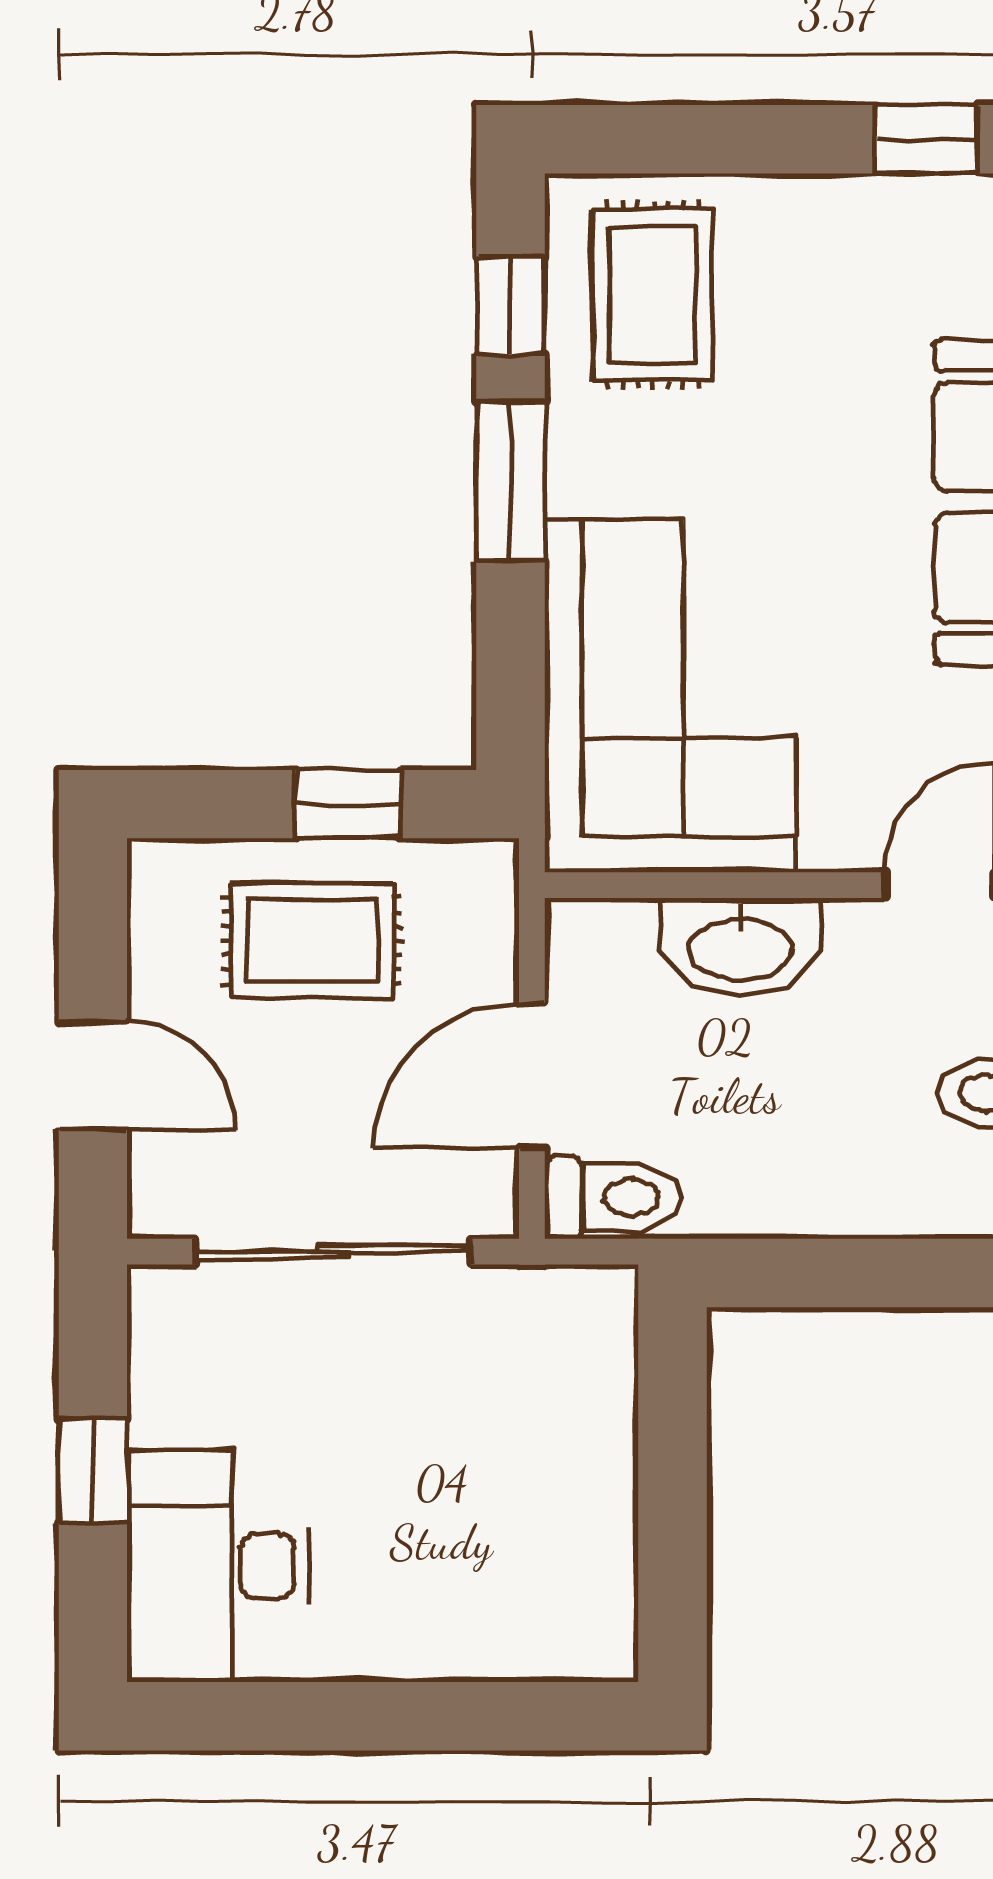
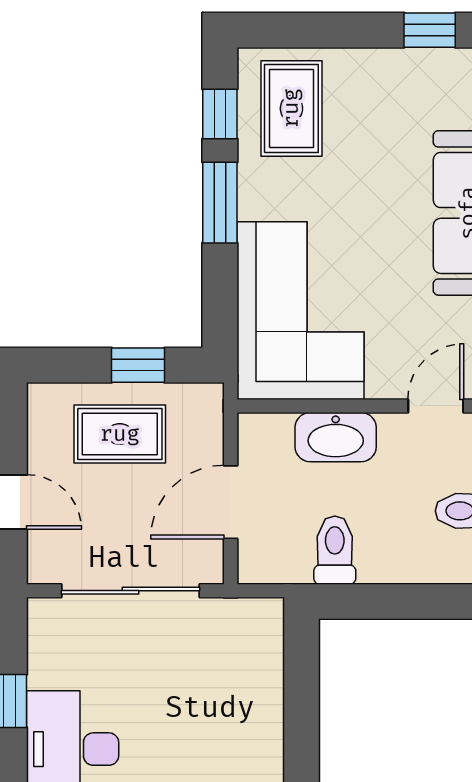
toilet: (613, 1198) -> (335, 550), moved, turned -90

